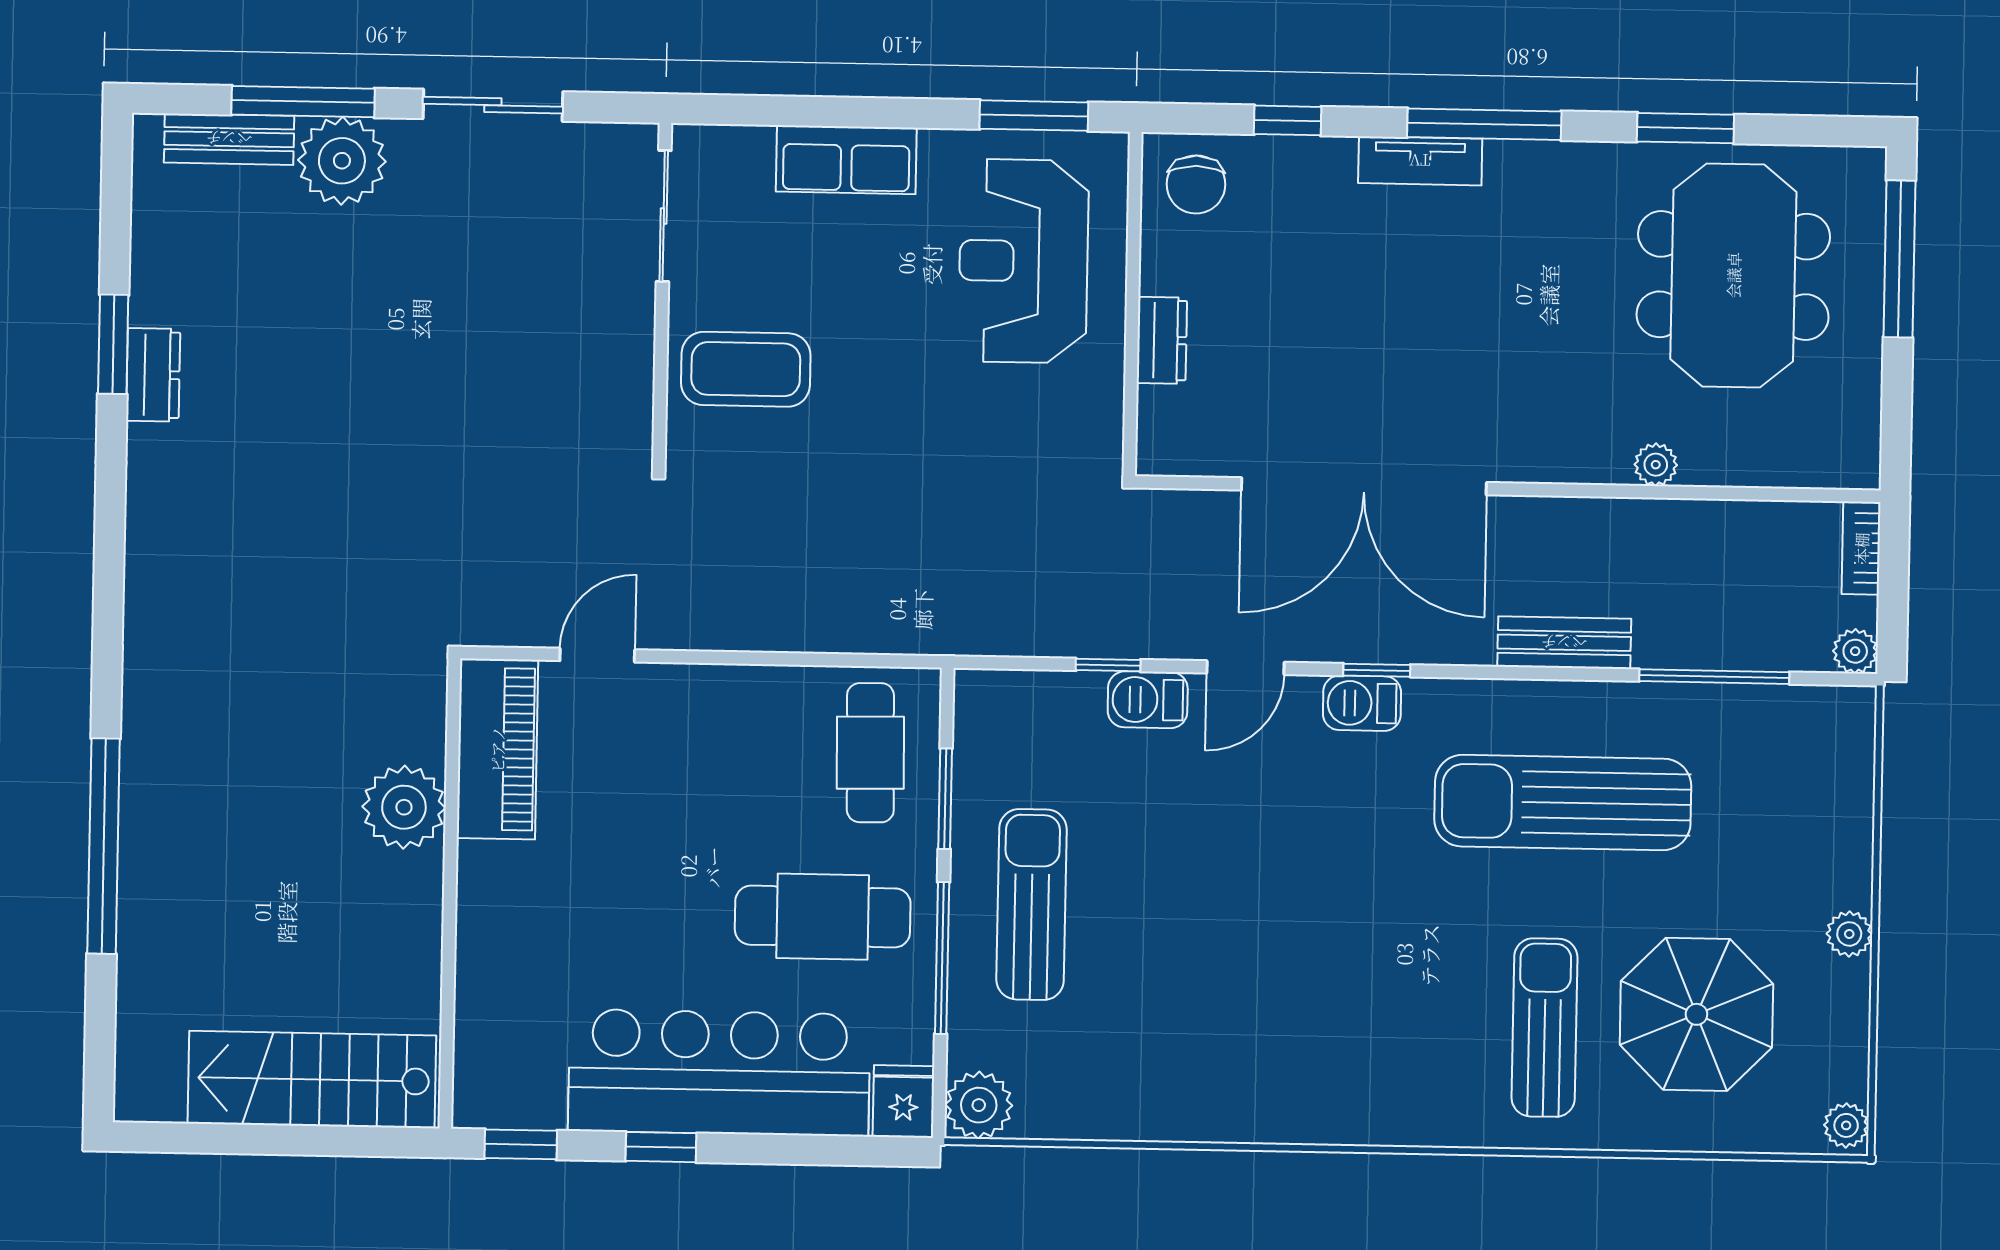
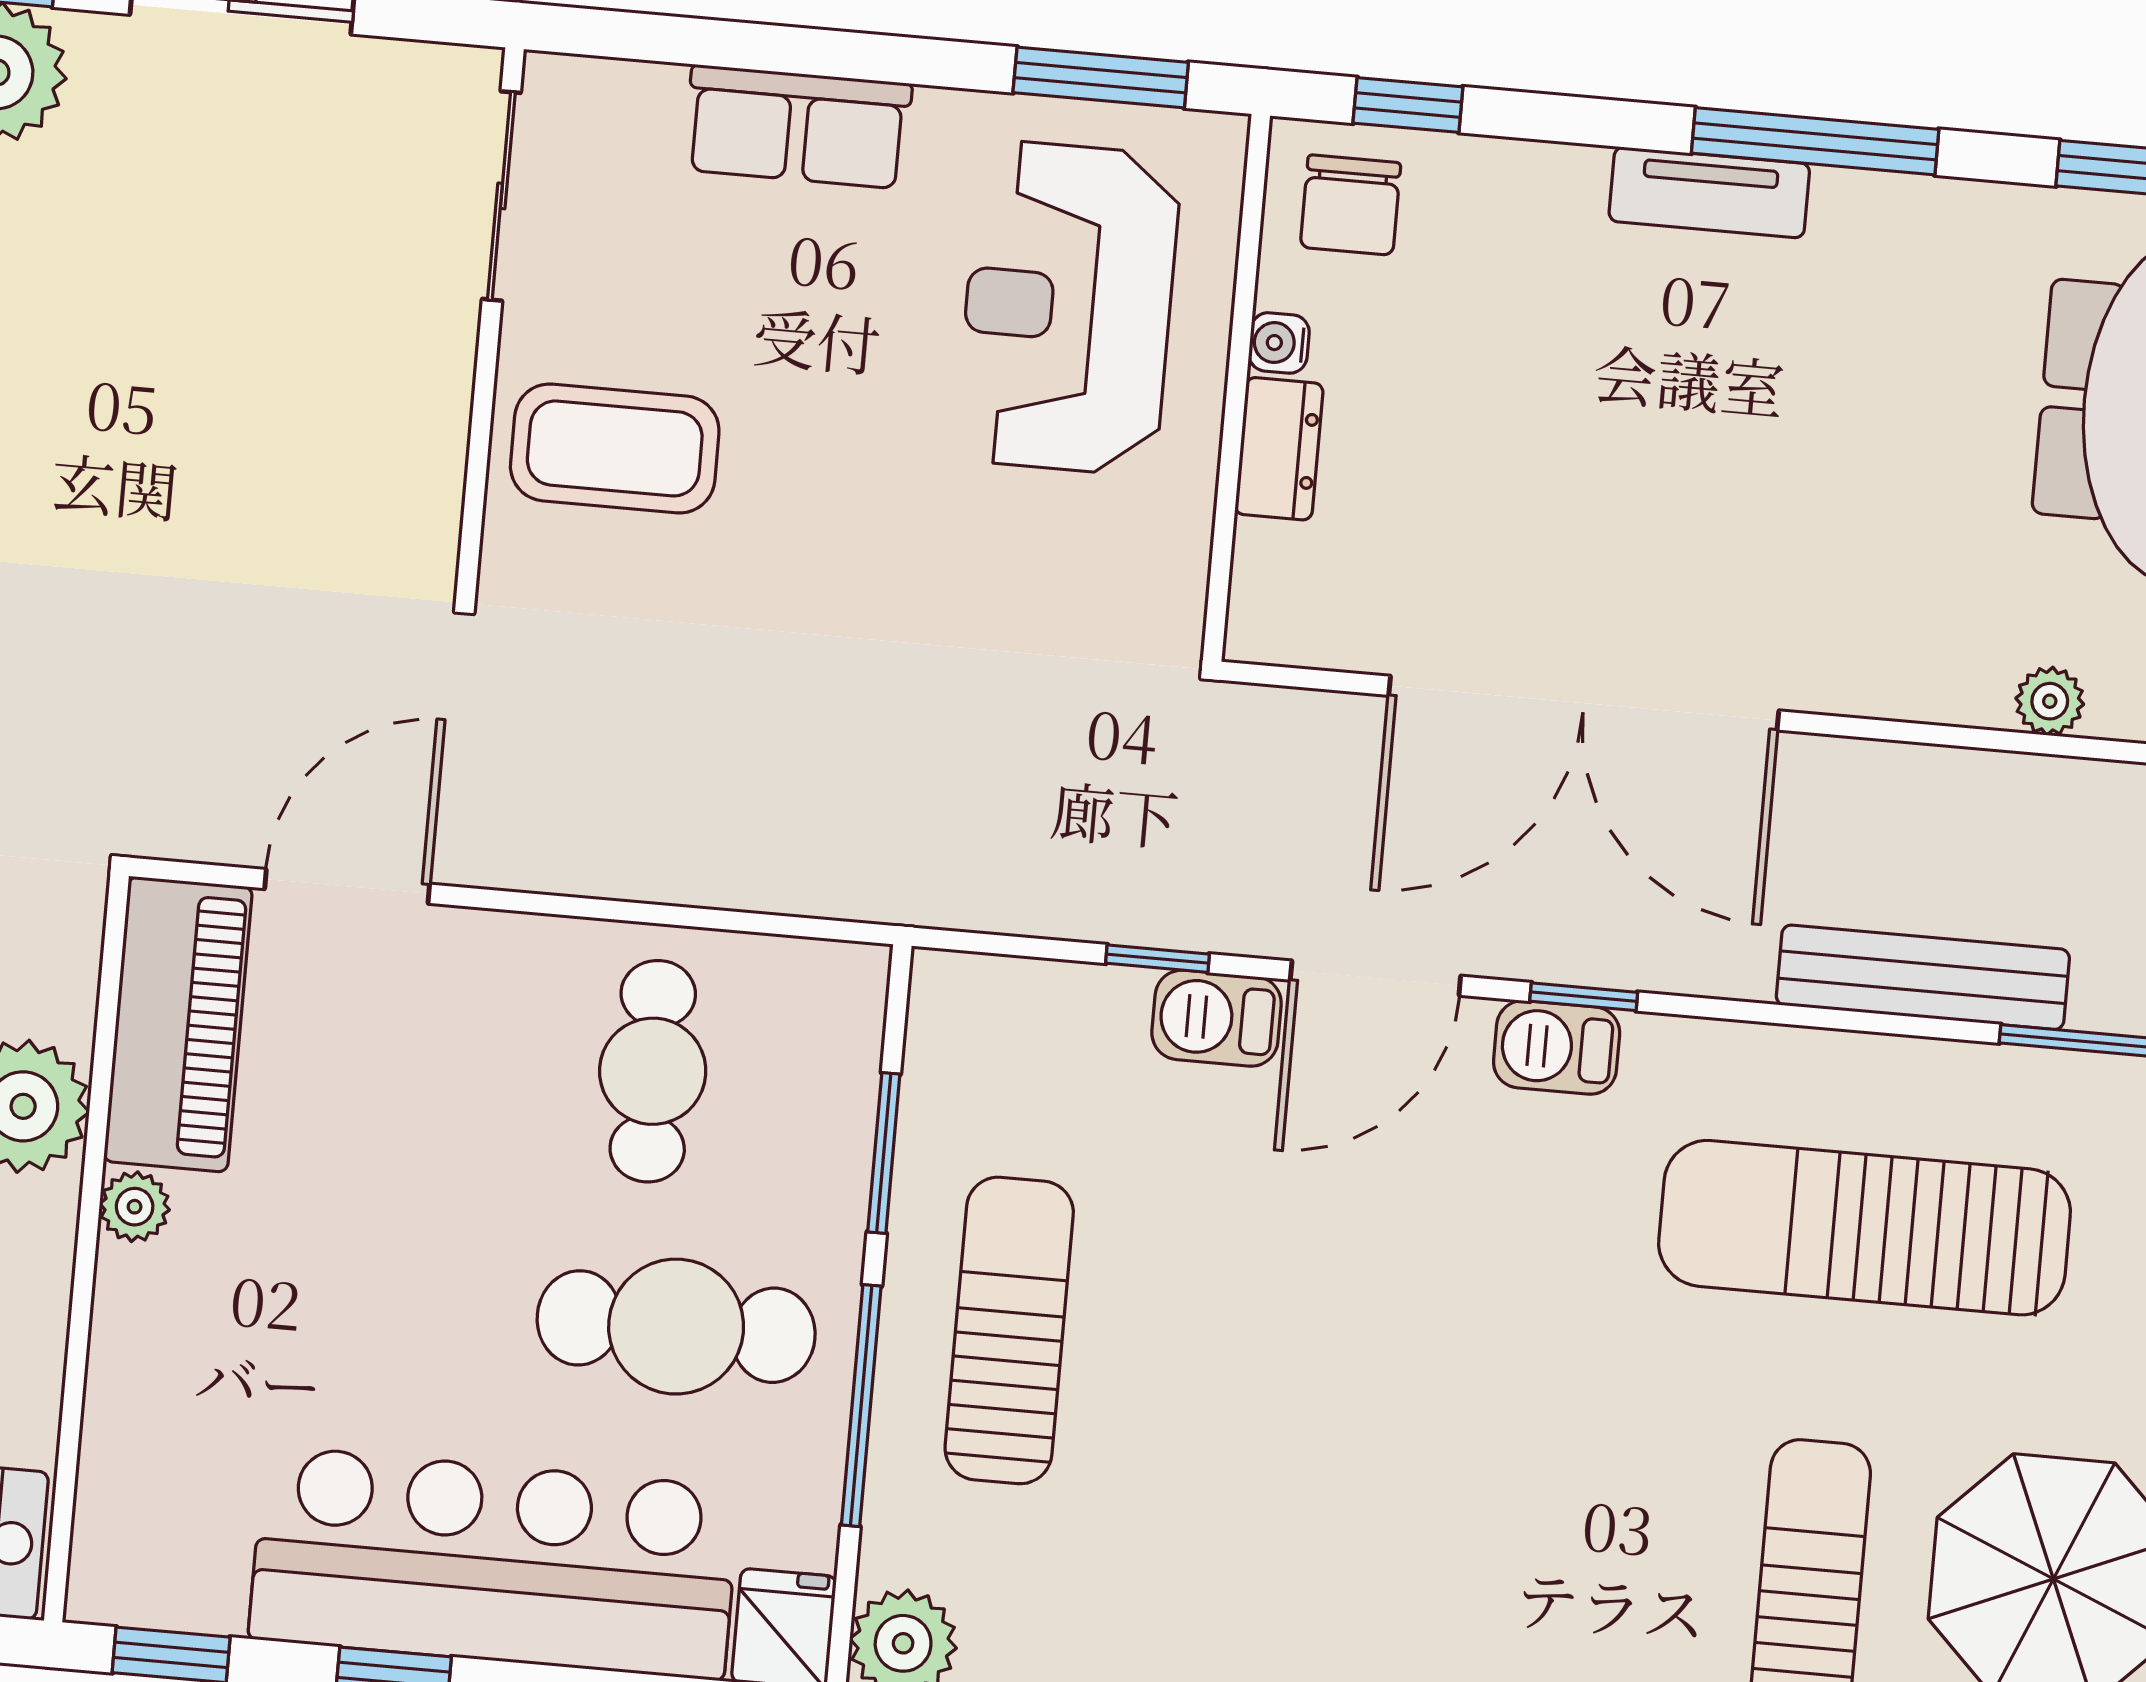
window: (1288, 120) -> (1408, 105), moved
water cooler: (1157, 274) -> (1279, 343), added
bench: (1564, 643) -> (1923, 977), width x1.36
door: (597, 655) -> (347, 886), width x1.38
door: (1245, 668) -> (1375, 978), width x1.38
cafe table: (870, 753) -> (653, 1071), moved
plant: (478, 865) -> (135, 1207), added

